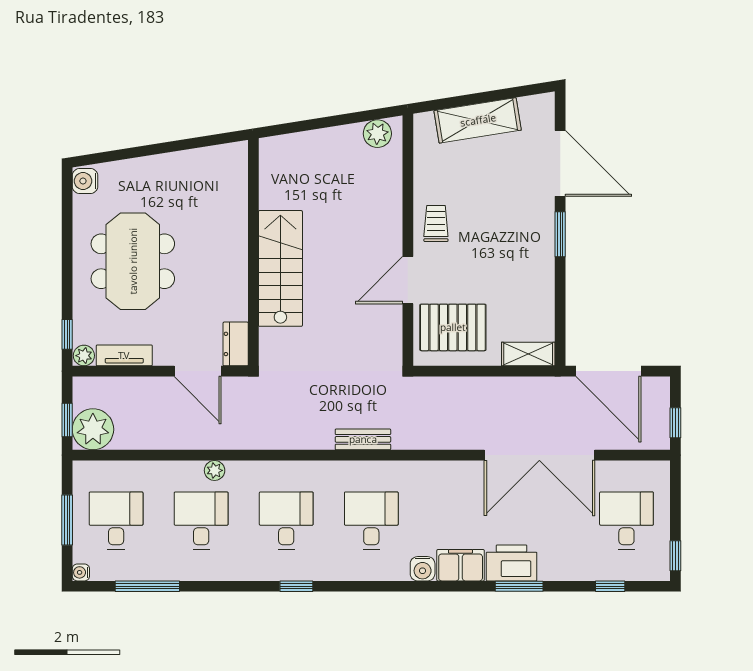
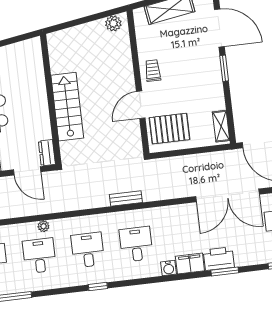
shelving: (528, 354) -> (221, 126), moved, turned 90

